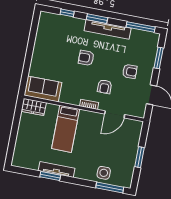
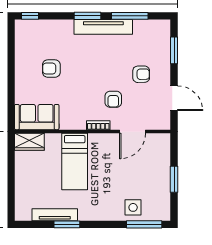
window: (67, 13) -> (30, 16), moved
window: (141, 27) -> (130, 16), moved
armchair: (86, 58) -> (51, 69), moved
tv unit: (57, 170) -> (55, 215), moved

